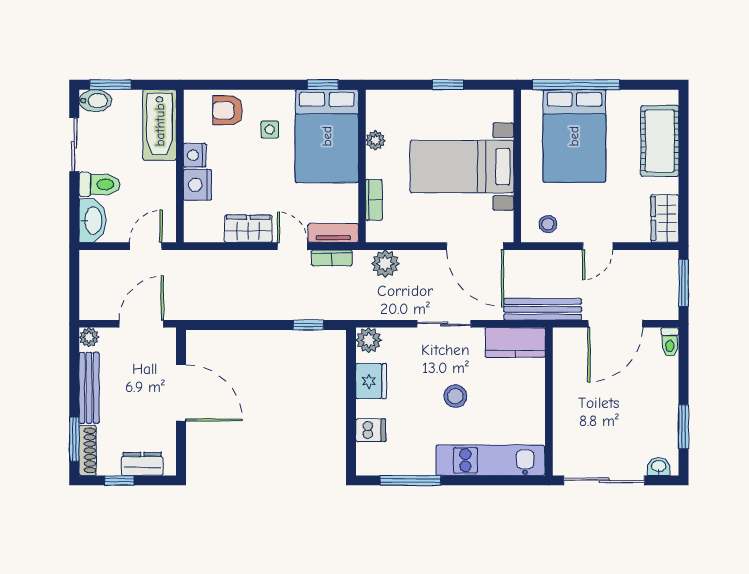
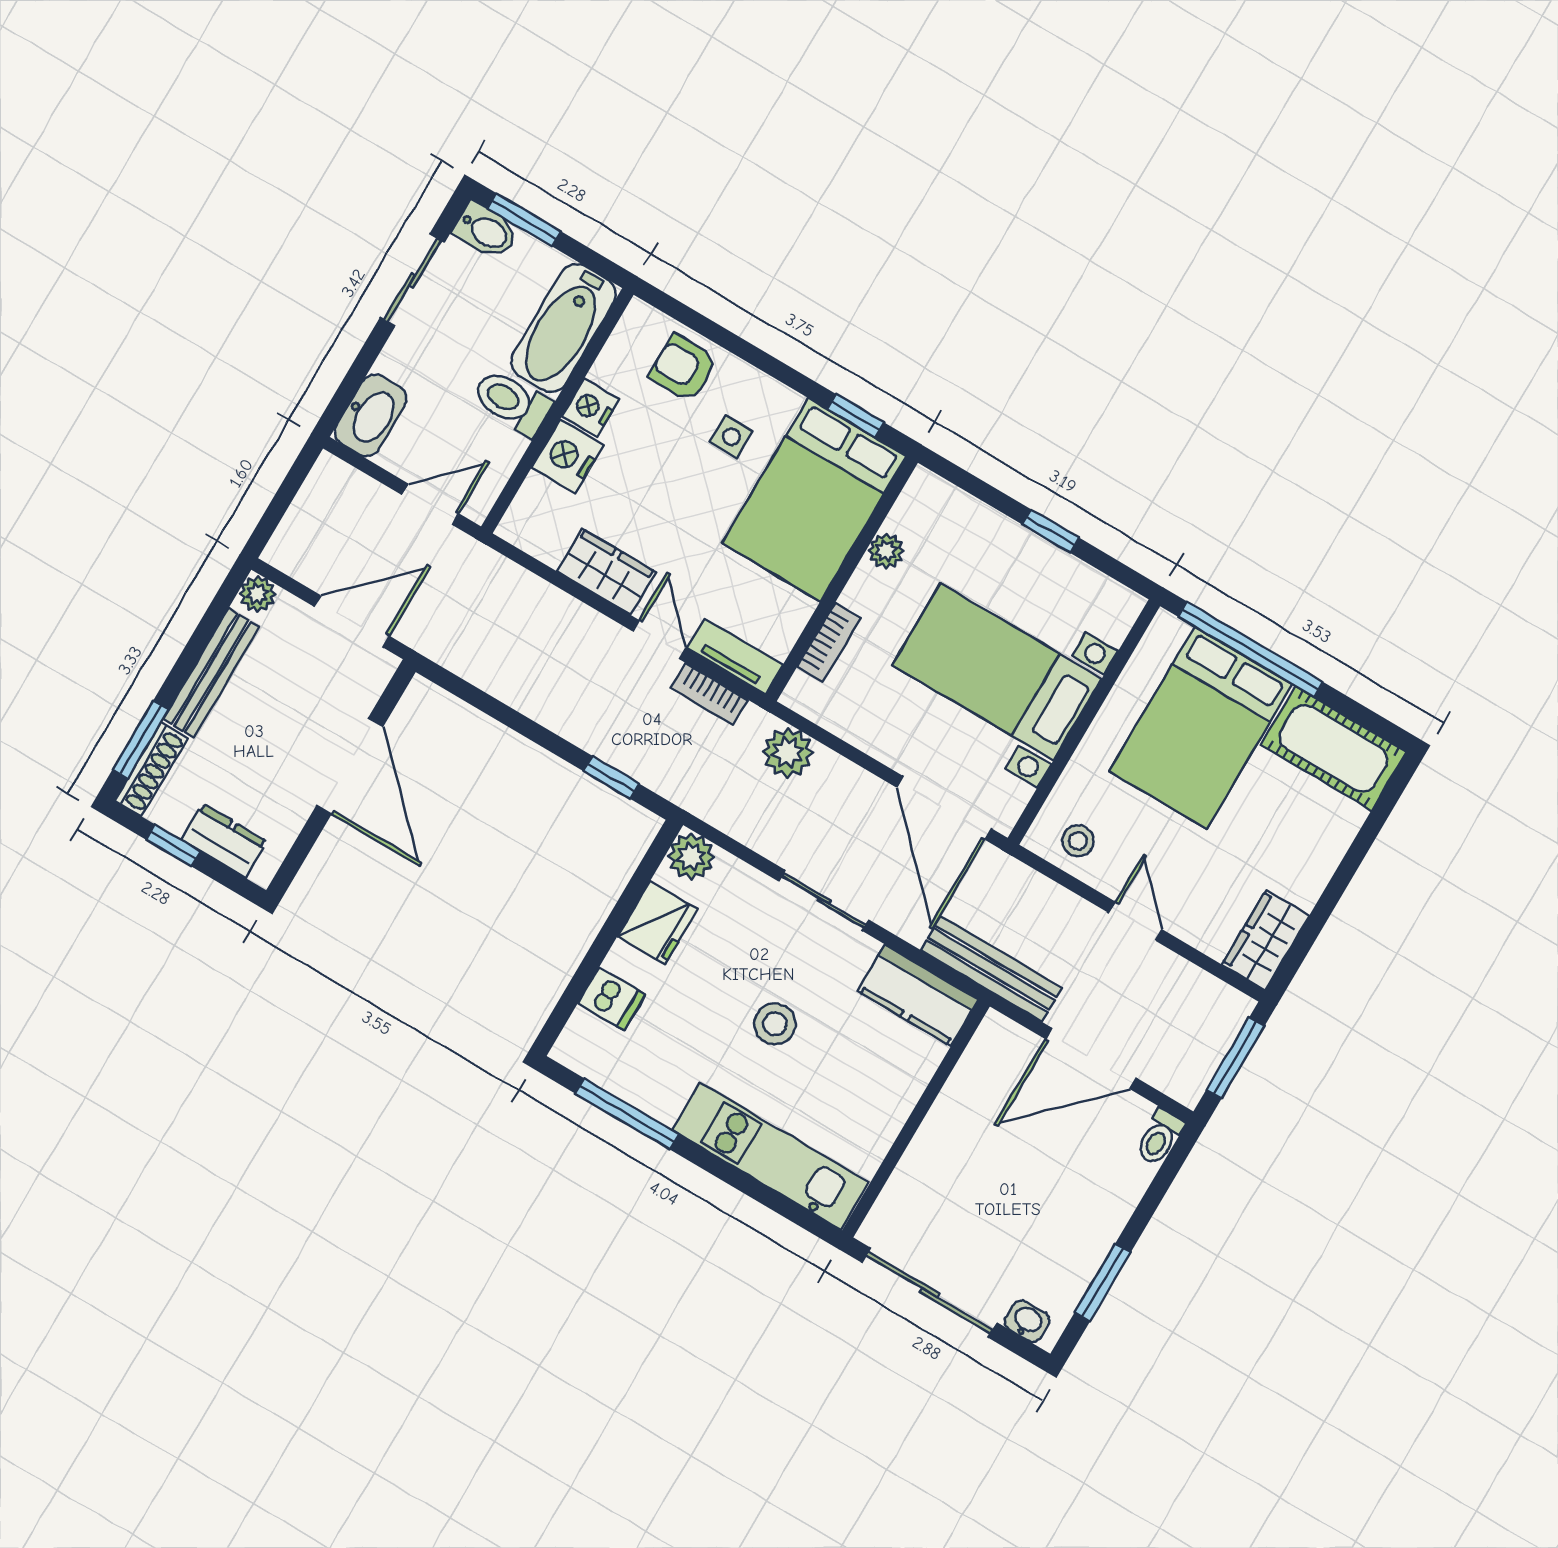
cot: (660, 141) -> (1333, 748), moved, turned 90
toilet: (100, 184) -> (512, 402), moved, turned 180
door: (598, 246) -> (1135, 921), swing flipped

